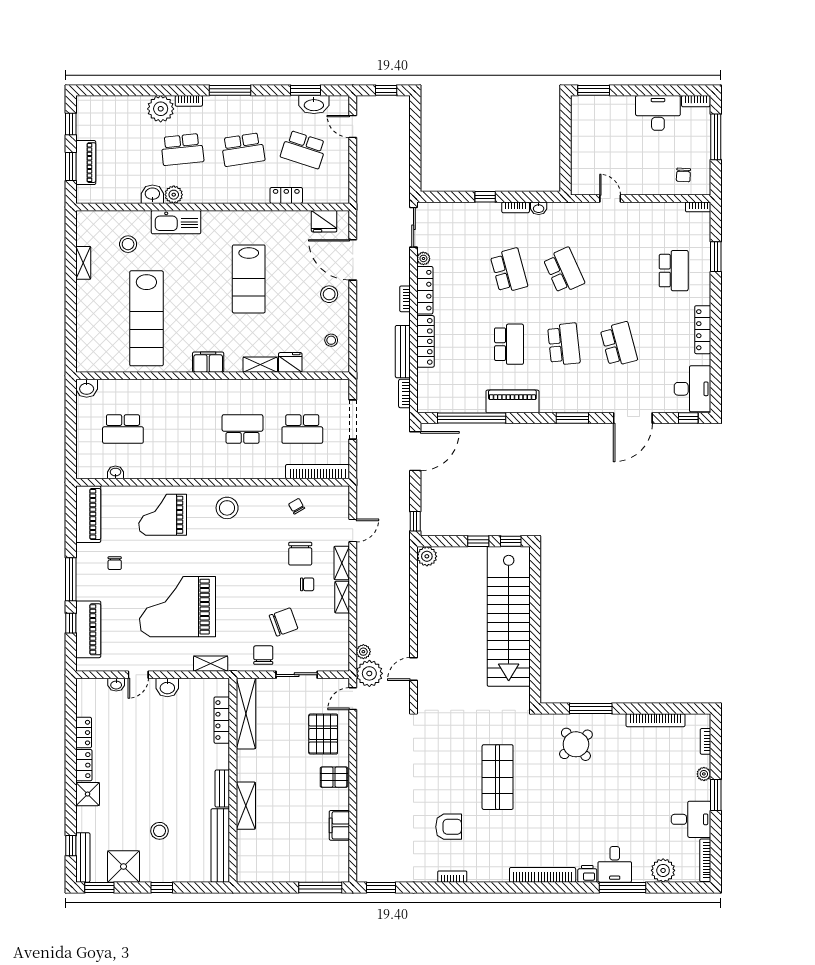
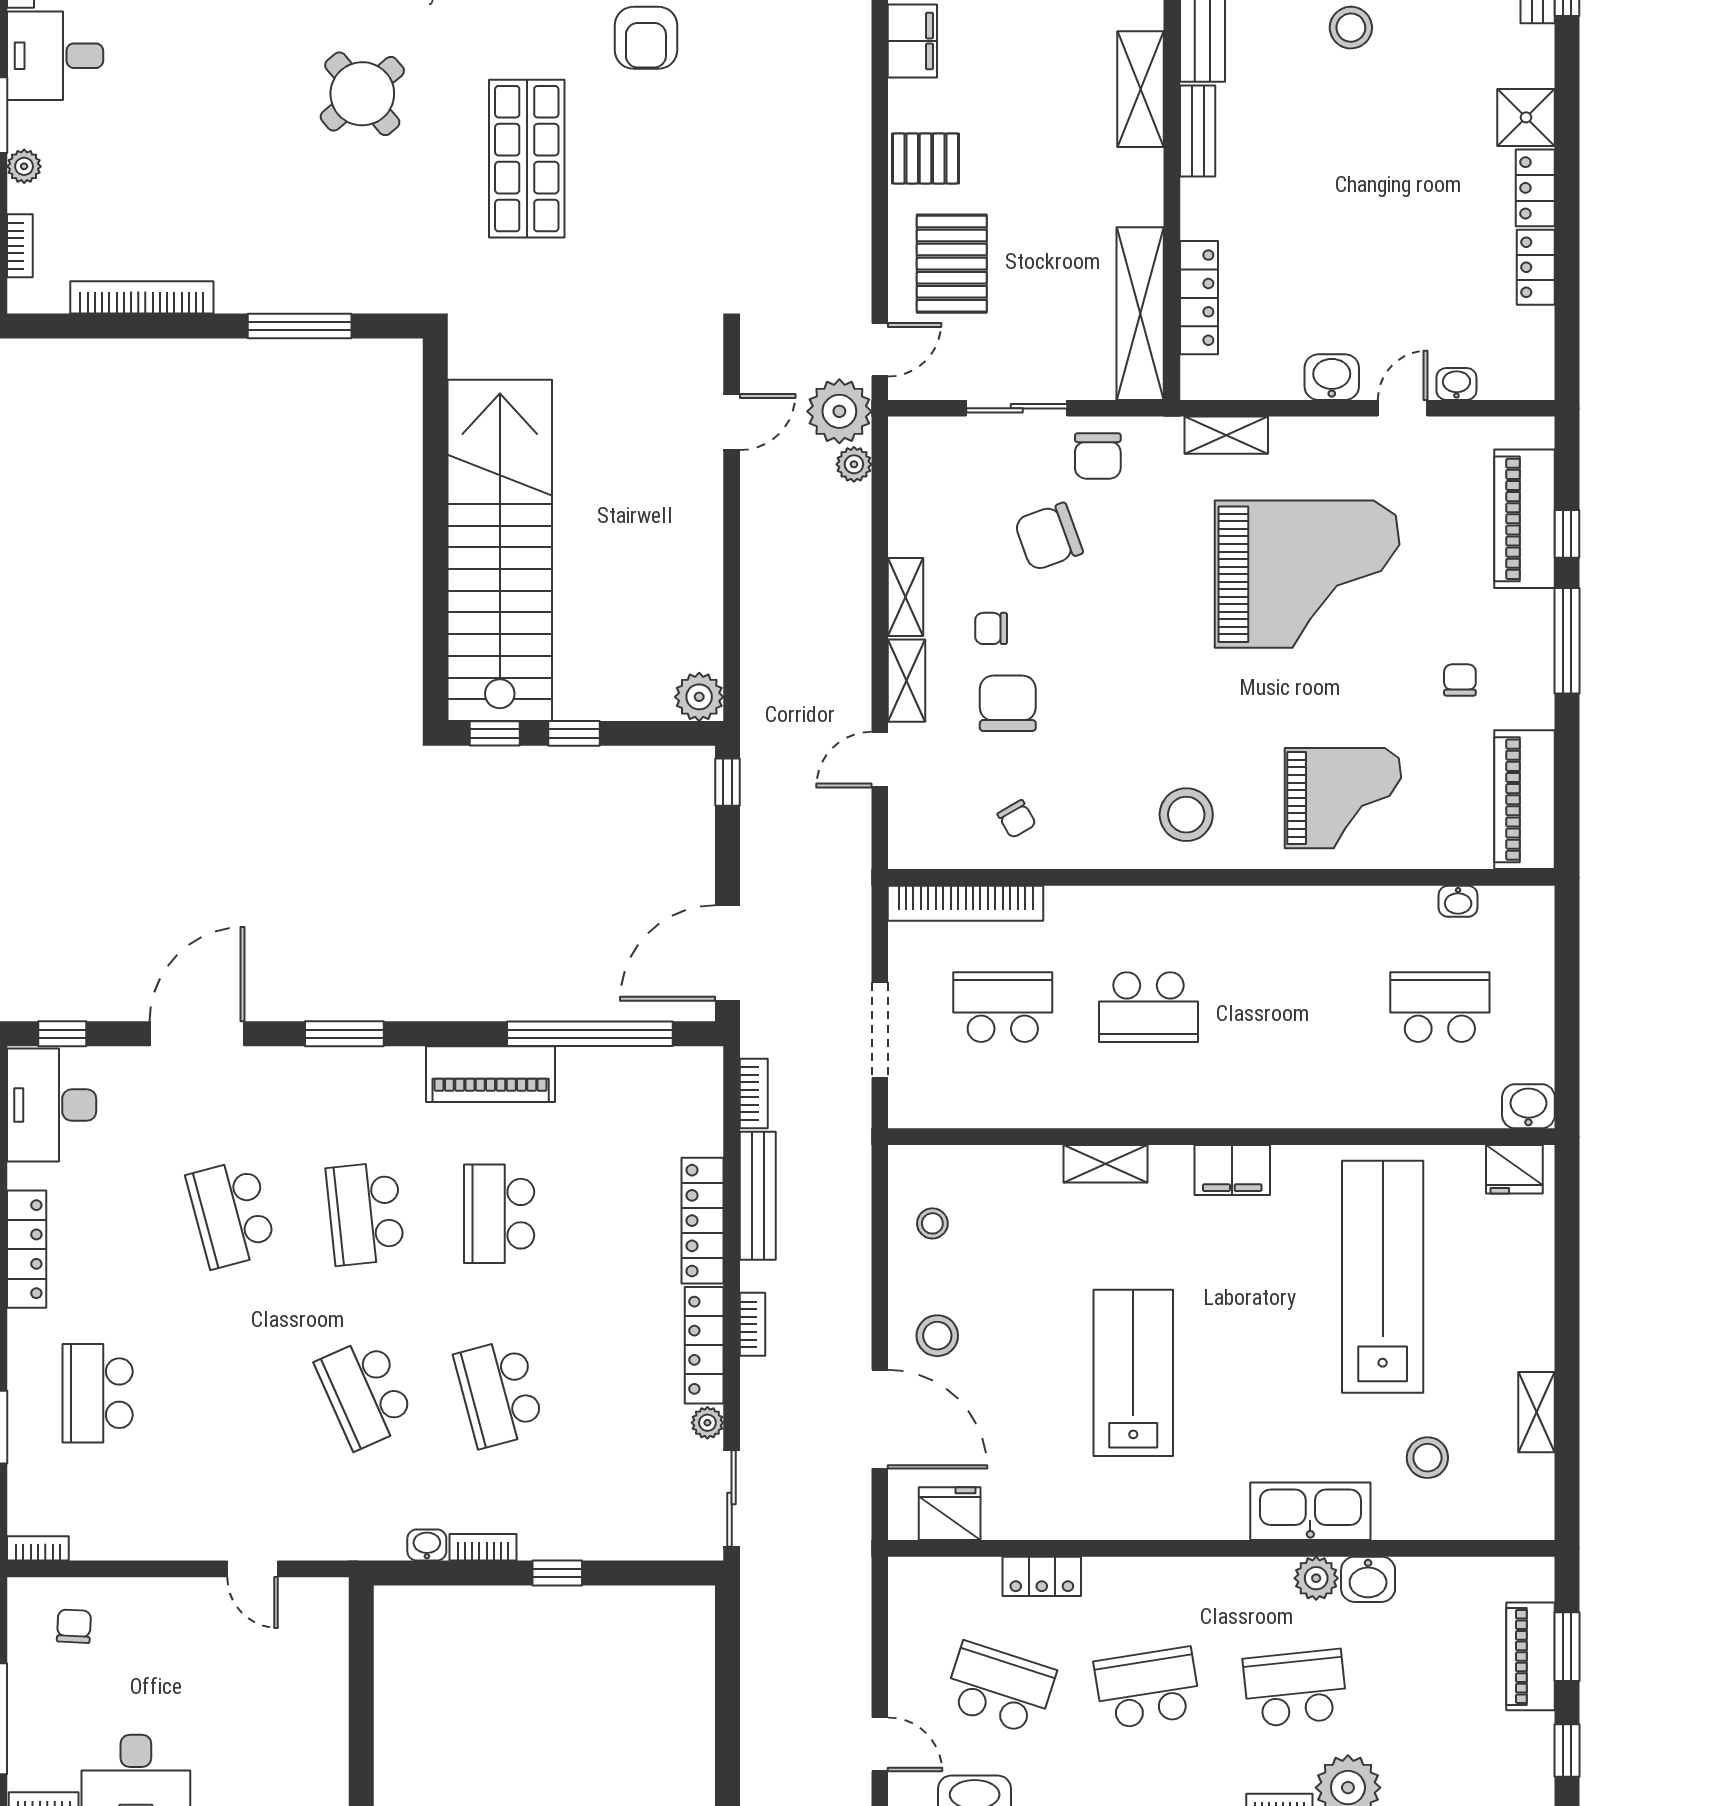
fridge: (290, 362) -> (1514, 1169), moved
round table: (576, 744) -> (362, 94), moved
armchair: (449, 827) -> (646, 38), turned -90

